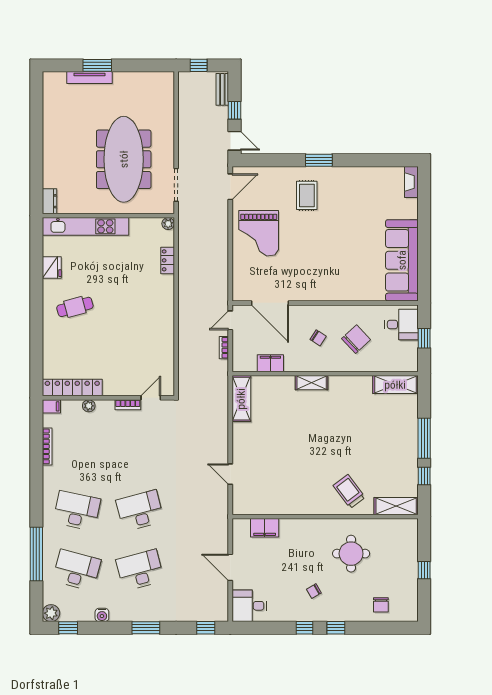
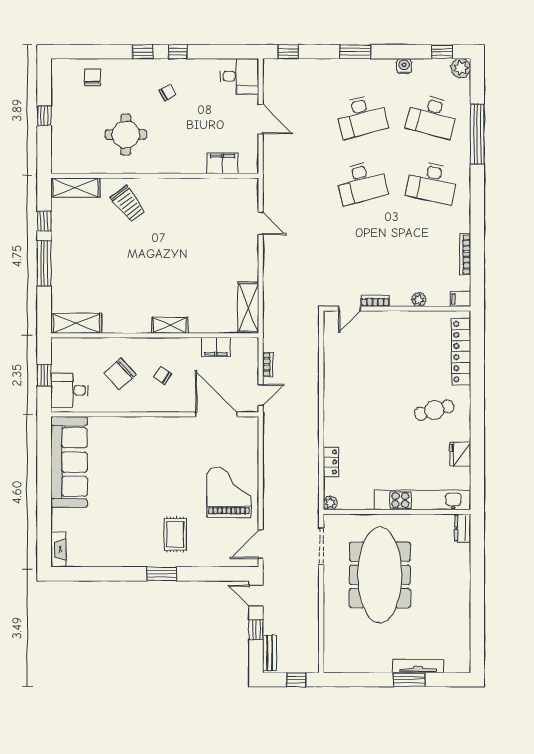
locker: (72, 388) -> (461, 352), moved, turned 90

